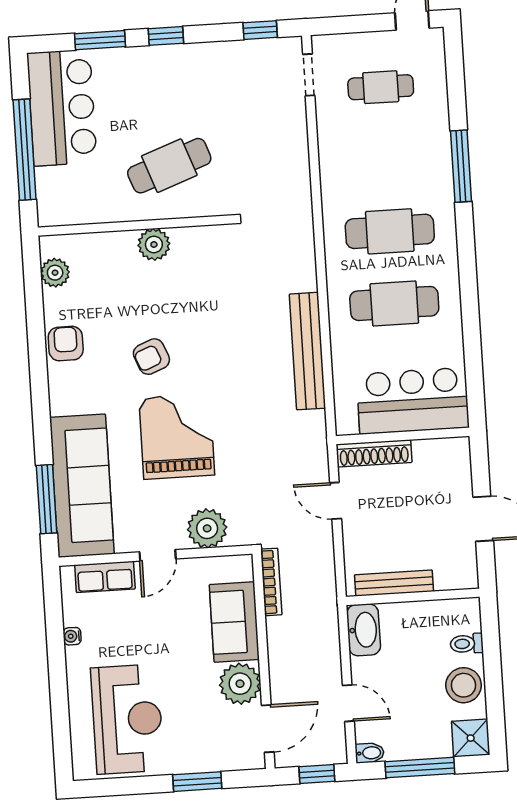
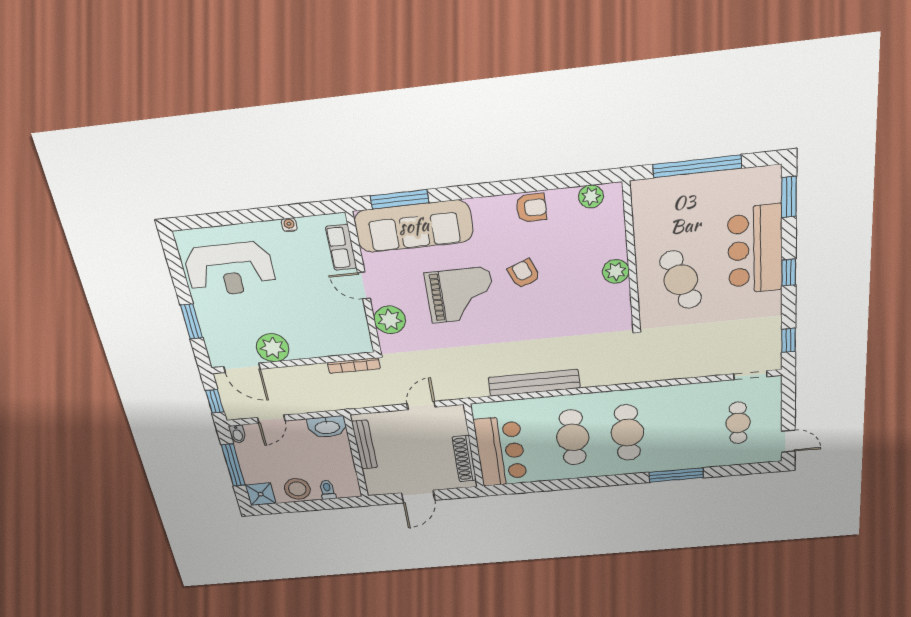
window: (100, 40) -> (789, 197), moved
bar counter: (62, 108) -> (755, 250), moved, turned 90
shoe rack: (374, 453) -> (464, 459), moved
sofa: (234, 622) -> (319, 342), removed

